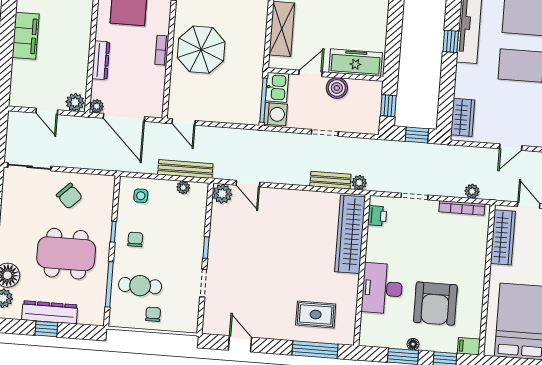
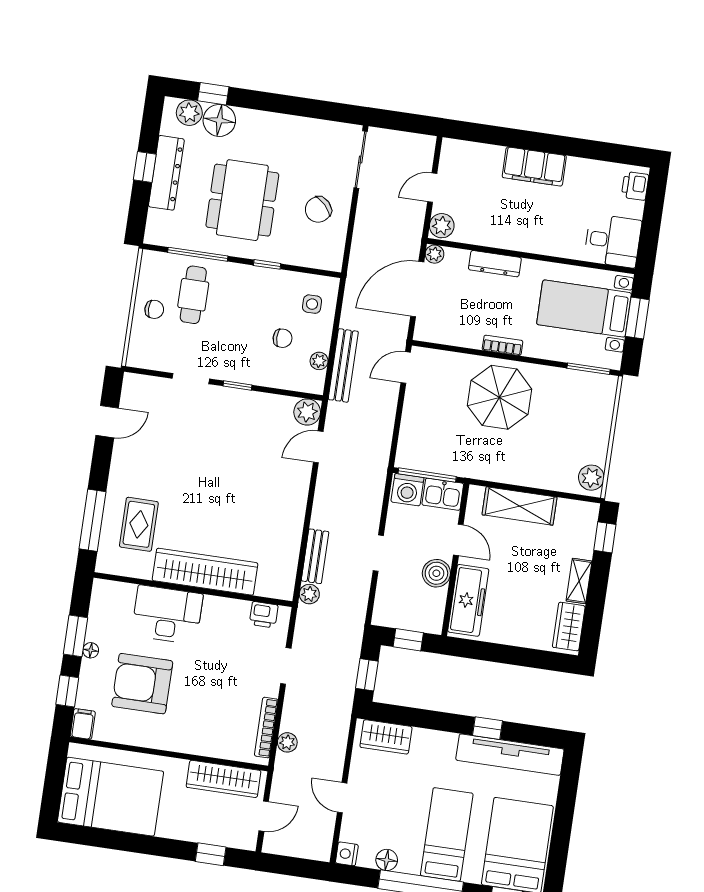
wardrobe: (350, 234) -> (205, 572), moved
chair: (135, 239) -> (282, 338), moved

